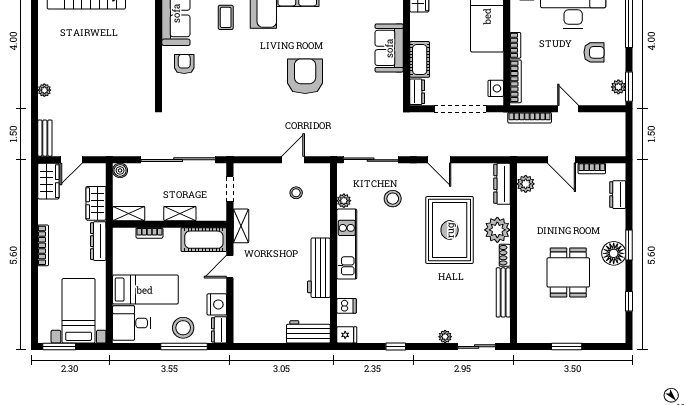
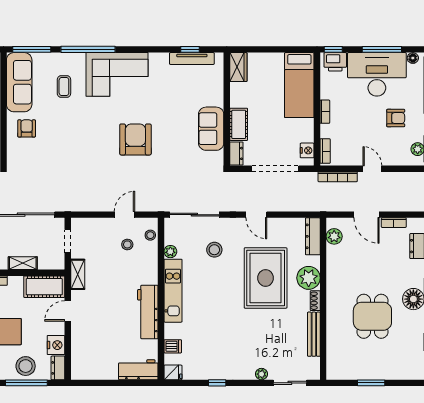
sofa: (389, 48) -> (211, 129), moved
bookcase: (516, 81) -> (325, 151), width x0.64
stool: (322, 182) -> (150, 235), added

